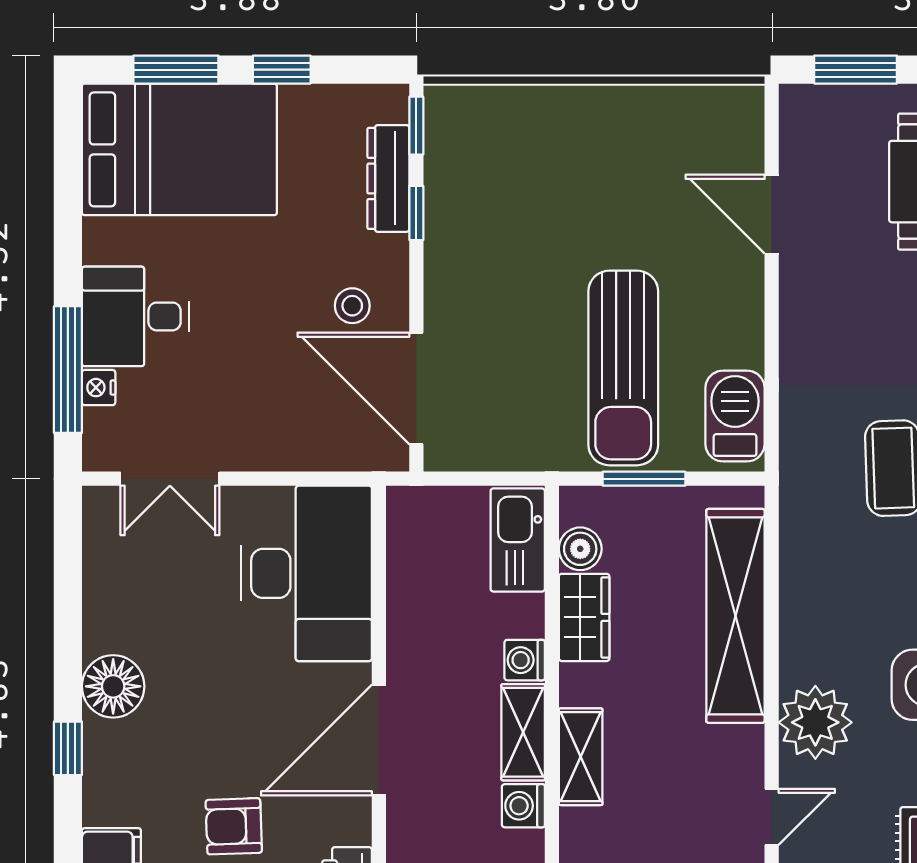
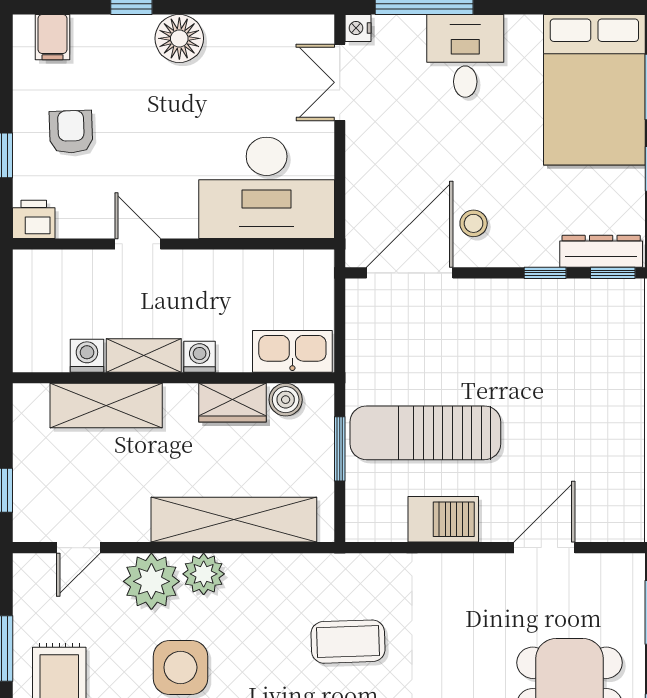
dresser: (388, 178) -> (601, 251), moved
nightstand: (99, 388) -> (358, 28), moved, turned -90
barbecue: (735, 416) -> (443, 519), moved
plant: (806, 655) -> (204, 574), added
door: (379, 740) -> (138, 244), width x0.53
shelving: (581, 757) -> (106, 406), width x1.50, depth x1.33
door: (772, 817) -> (78, 548), hinge flipped

